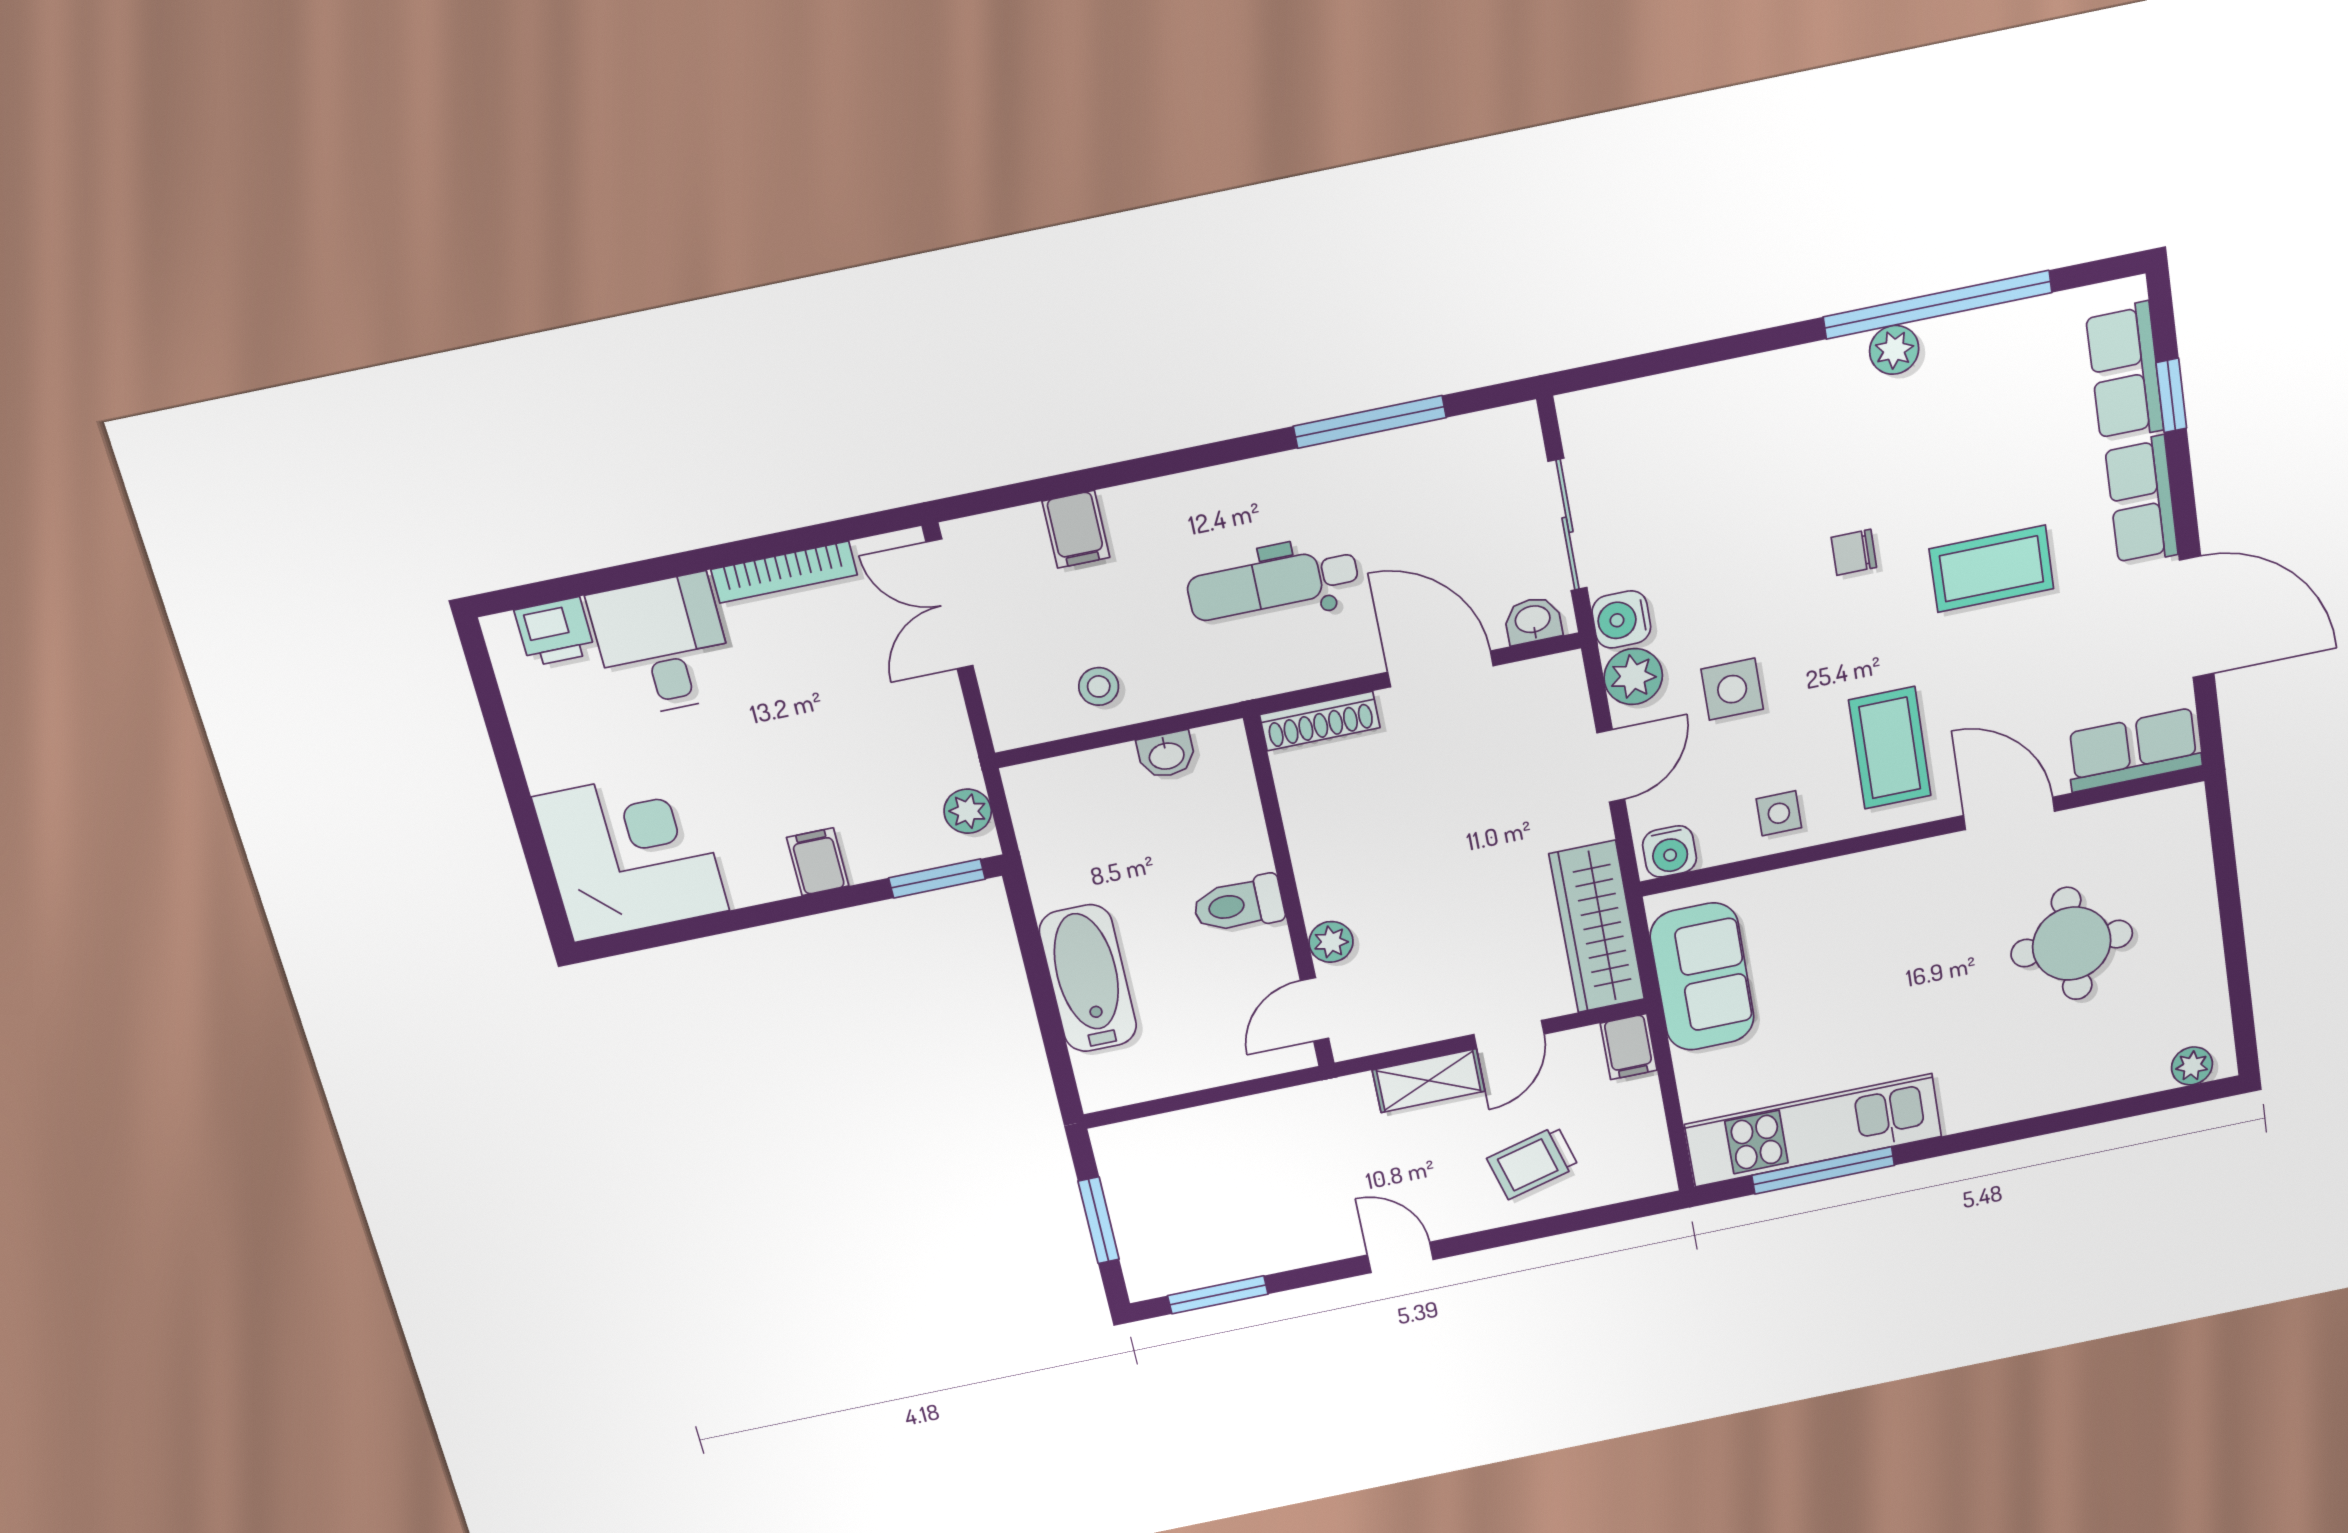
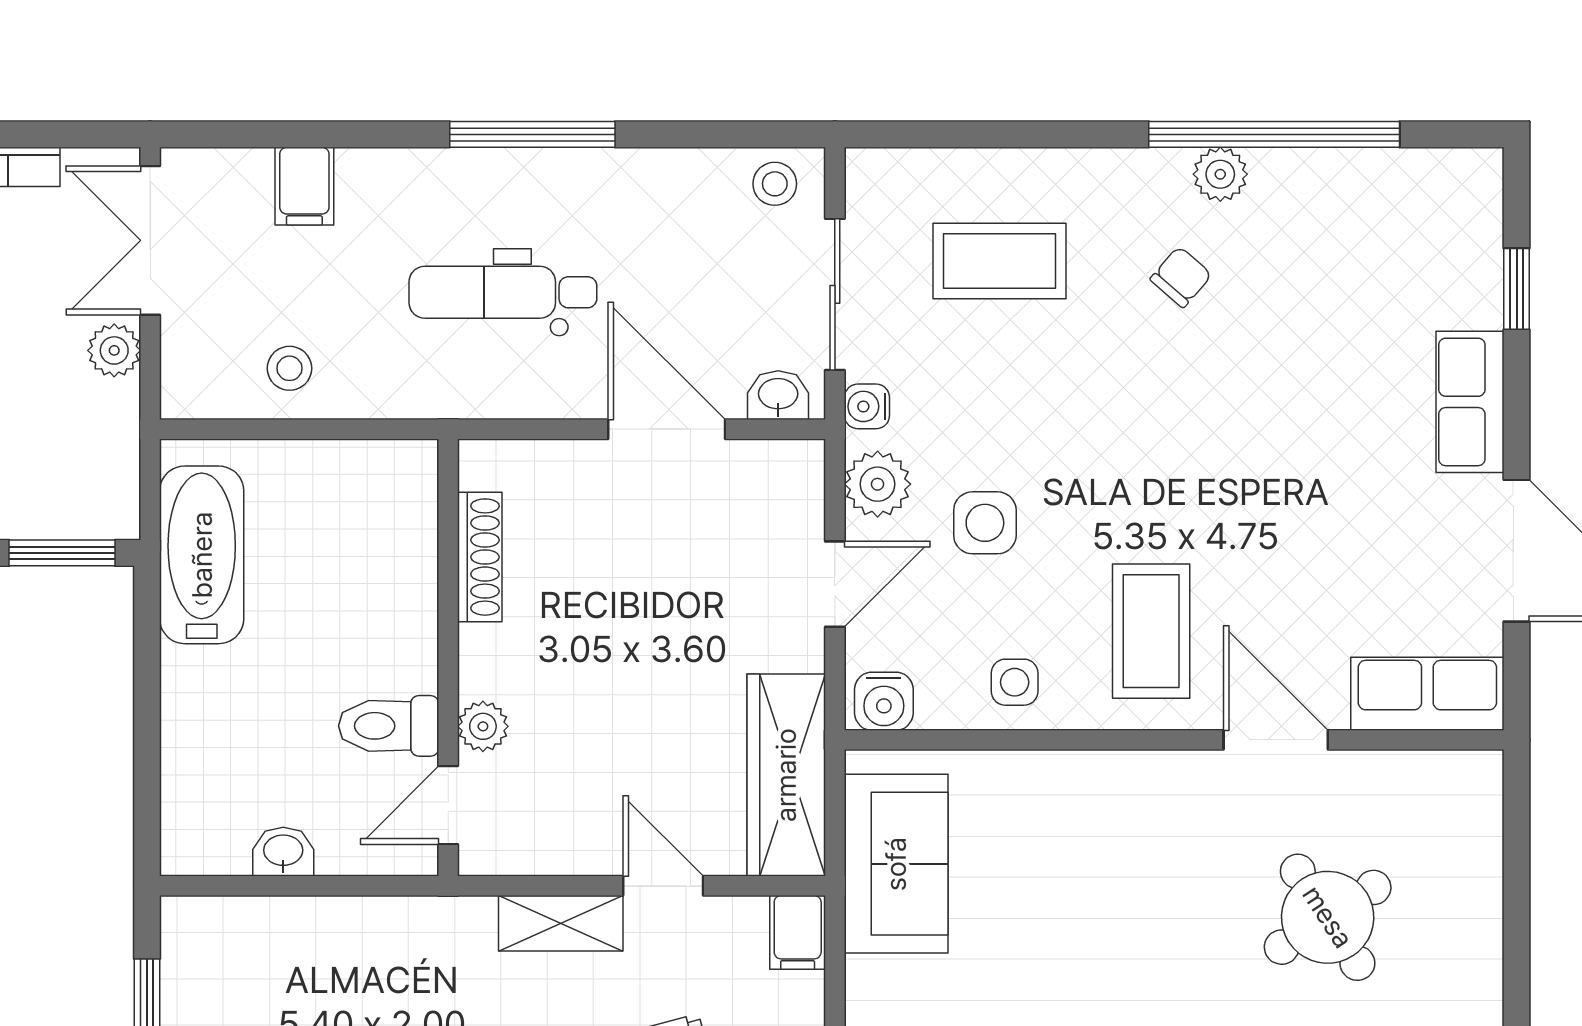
row of seats: (2125, 372) -> (1468, 252), removed
window: (1370, 422) -> (532, 134), moved
stool: (1497, 441) -> (775, 184), added
chair: (1854, 552) -> (1181, 277), moved, turned 131
coffee table: (1991, 569) -> (999, 261), moved
water cooler: (1621, 619) -> (867, 406), width x0.72, depth x0.72
shoe rack: (1320, 721) -> (480, 557), moved, turned -90
washbasin: (1166, 755) -> (283, 852), moved, turned 180
plant: (968, 811) -> (114, 350), moved
toilet: (1239, 904) -> (389, 726), moved
round table: (2072, 944) -> (1328, 917), turned -33
bathtub: (1088, 978) -> (202, 555), moved
door: (1509, 1034) -> (663, 886), swing flipped

